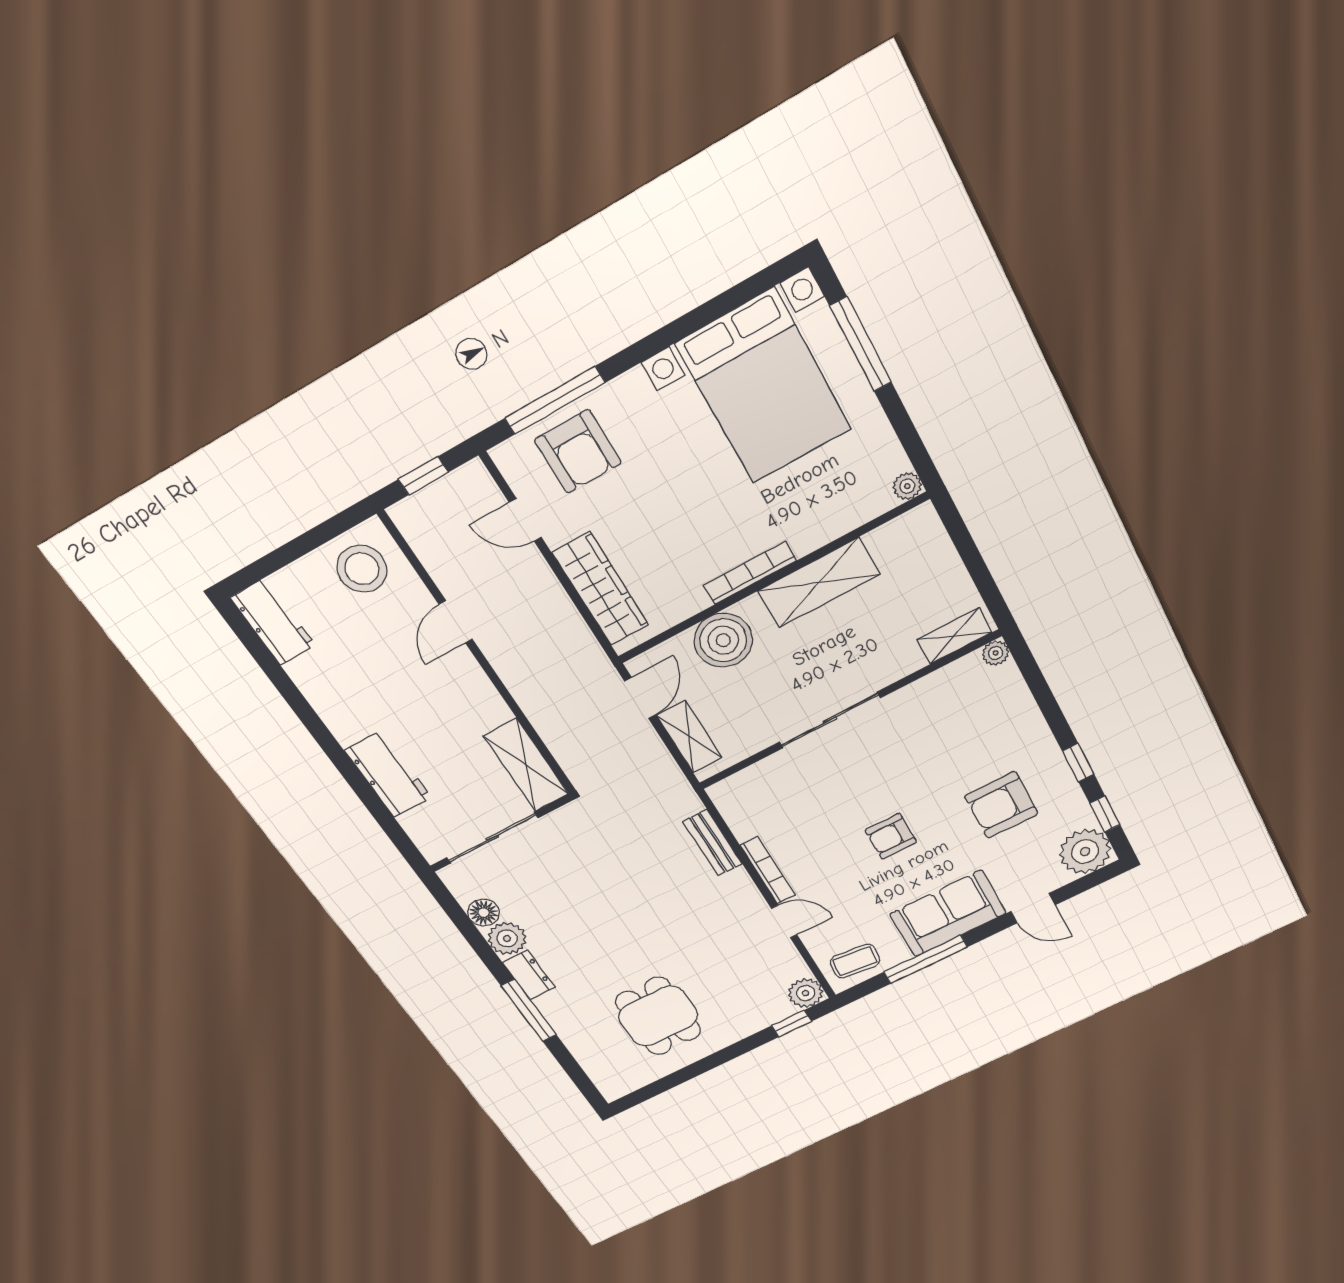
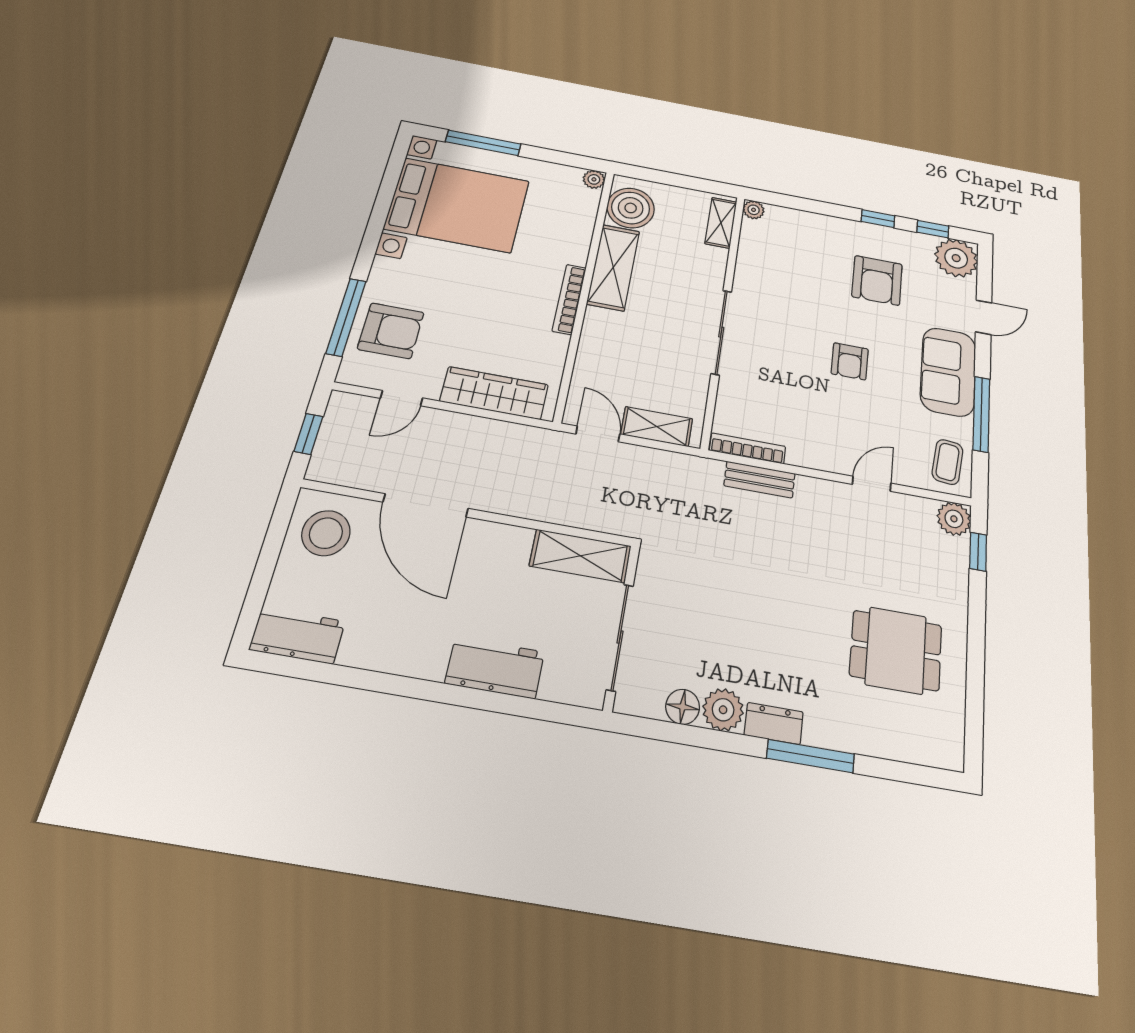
door: (456, 622) -> (426, 505), width x1.88
boiler: (723, 640) -> (631, 208), moved
bookcase: (768, 870) -> (748, 448), moved

